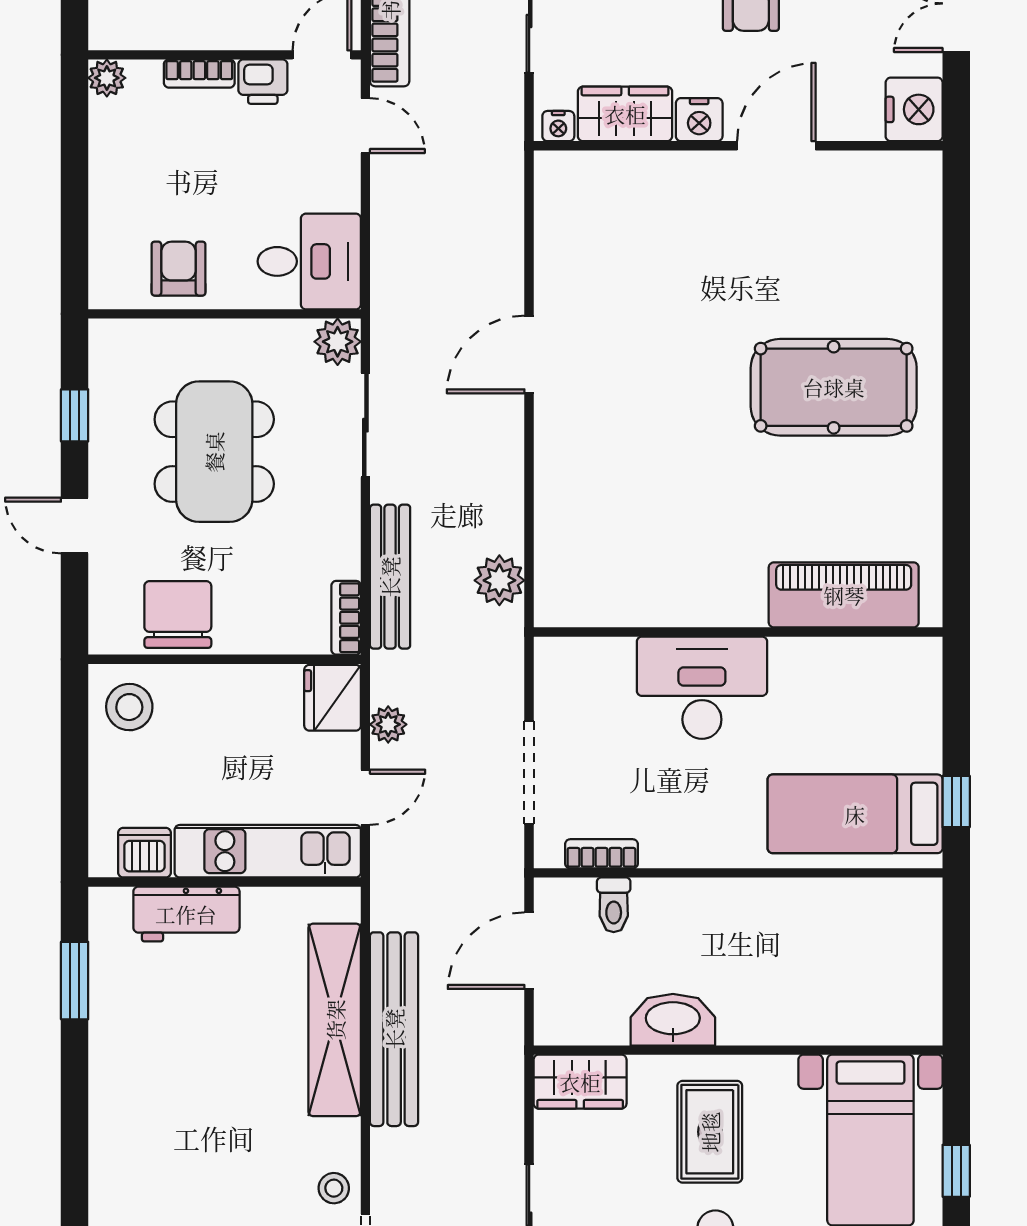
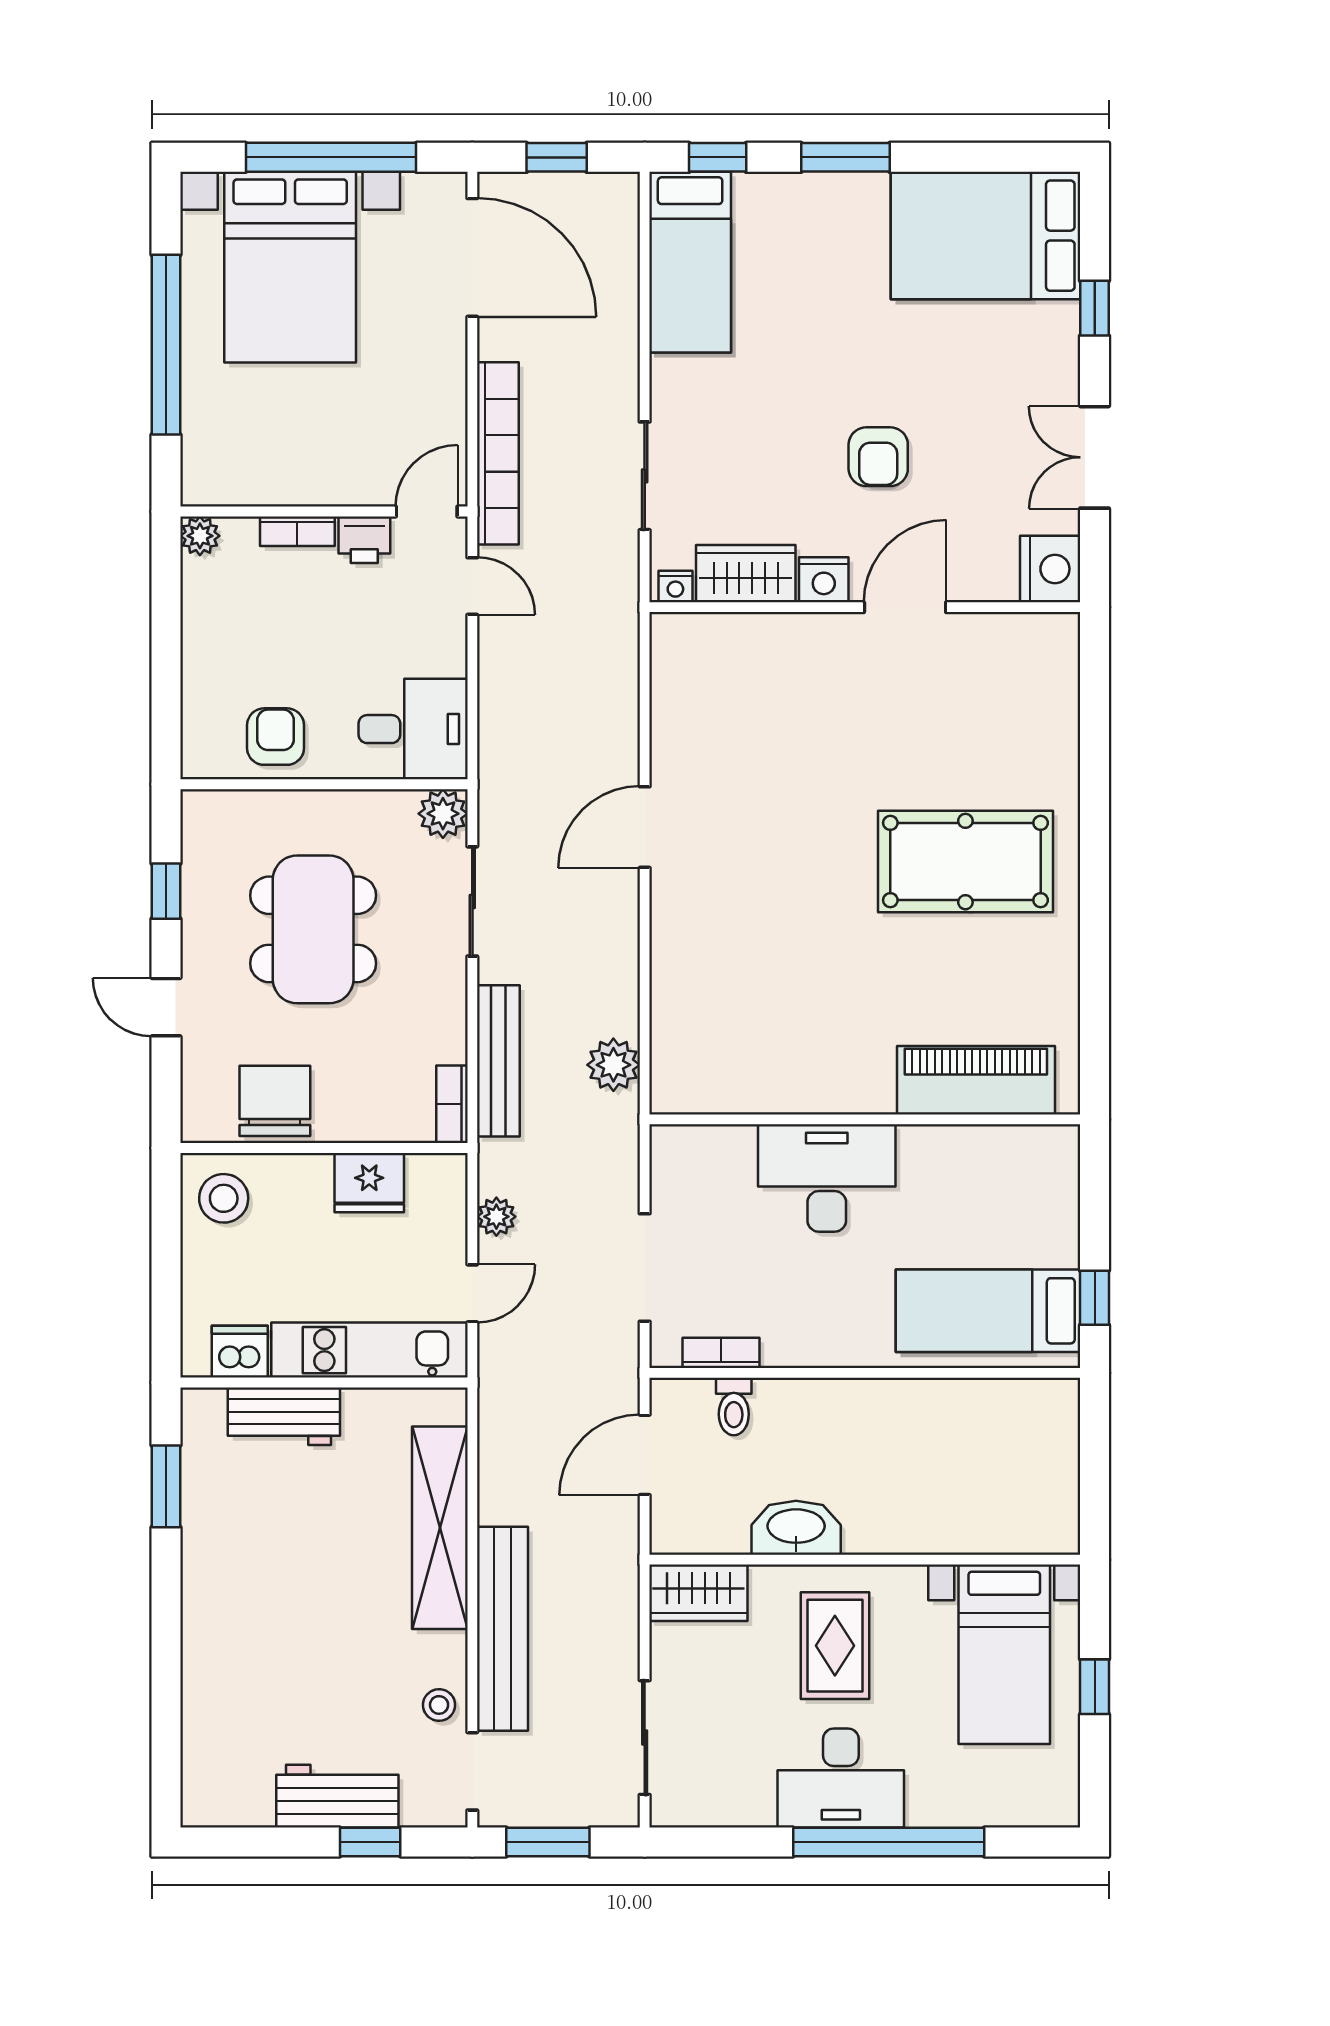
fridge: (333, 698) -> (369, 1183), moved, turned -90
bench: (394, 1029) -> (502, 1629), moved

